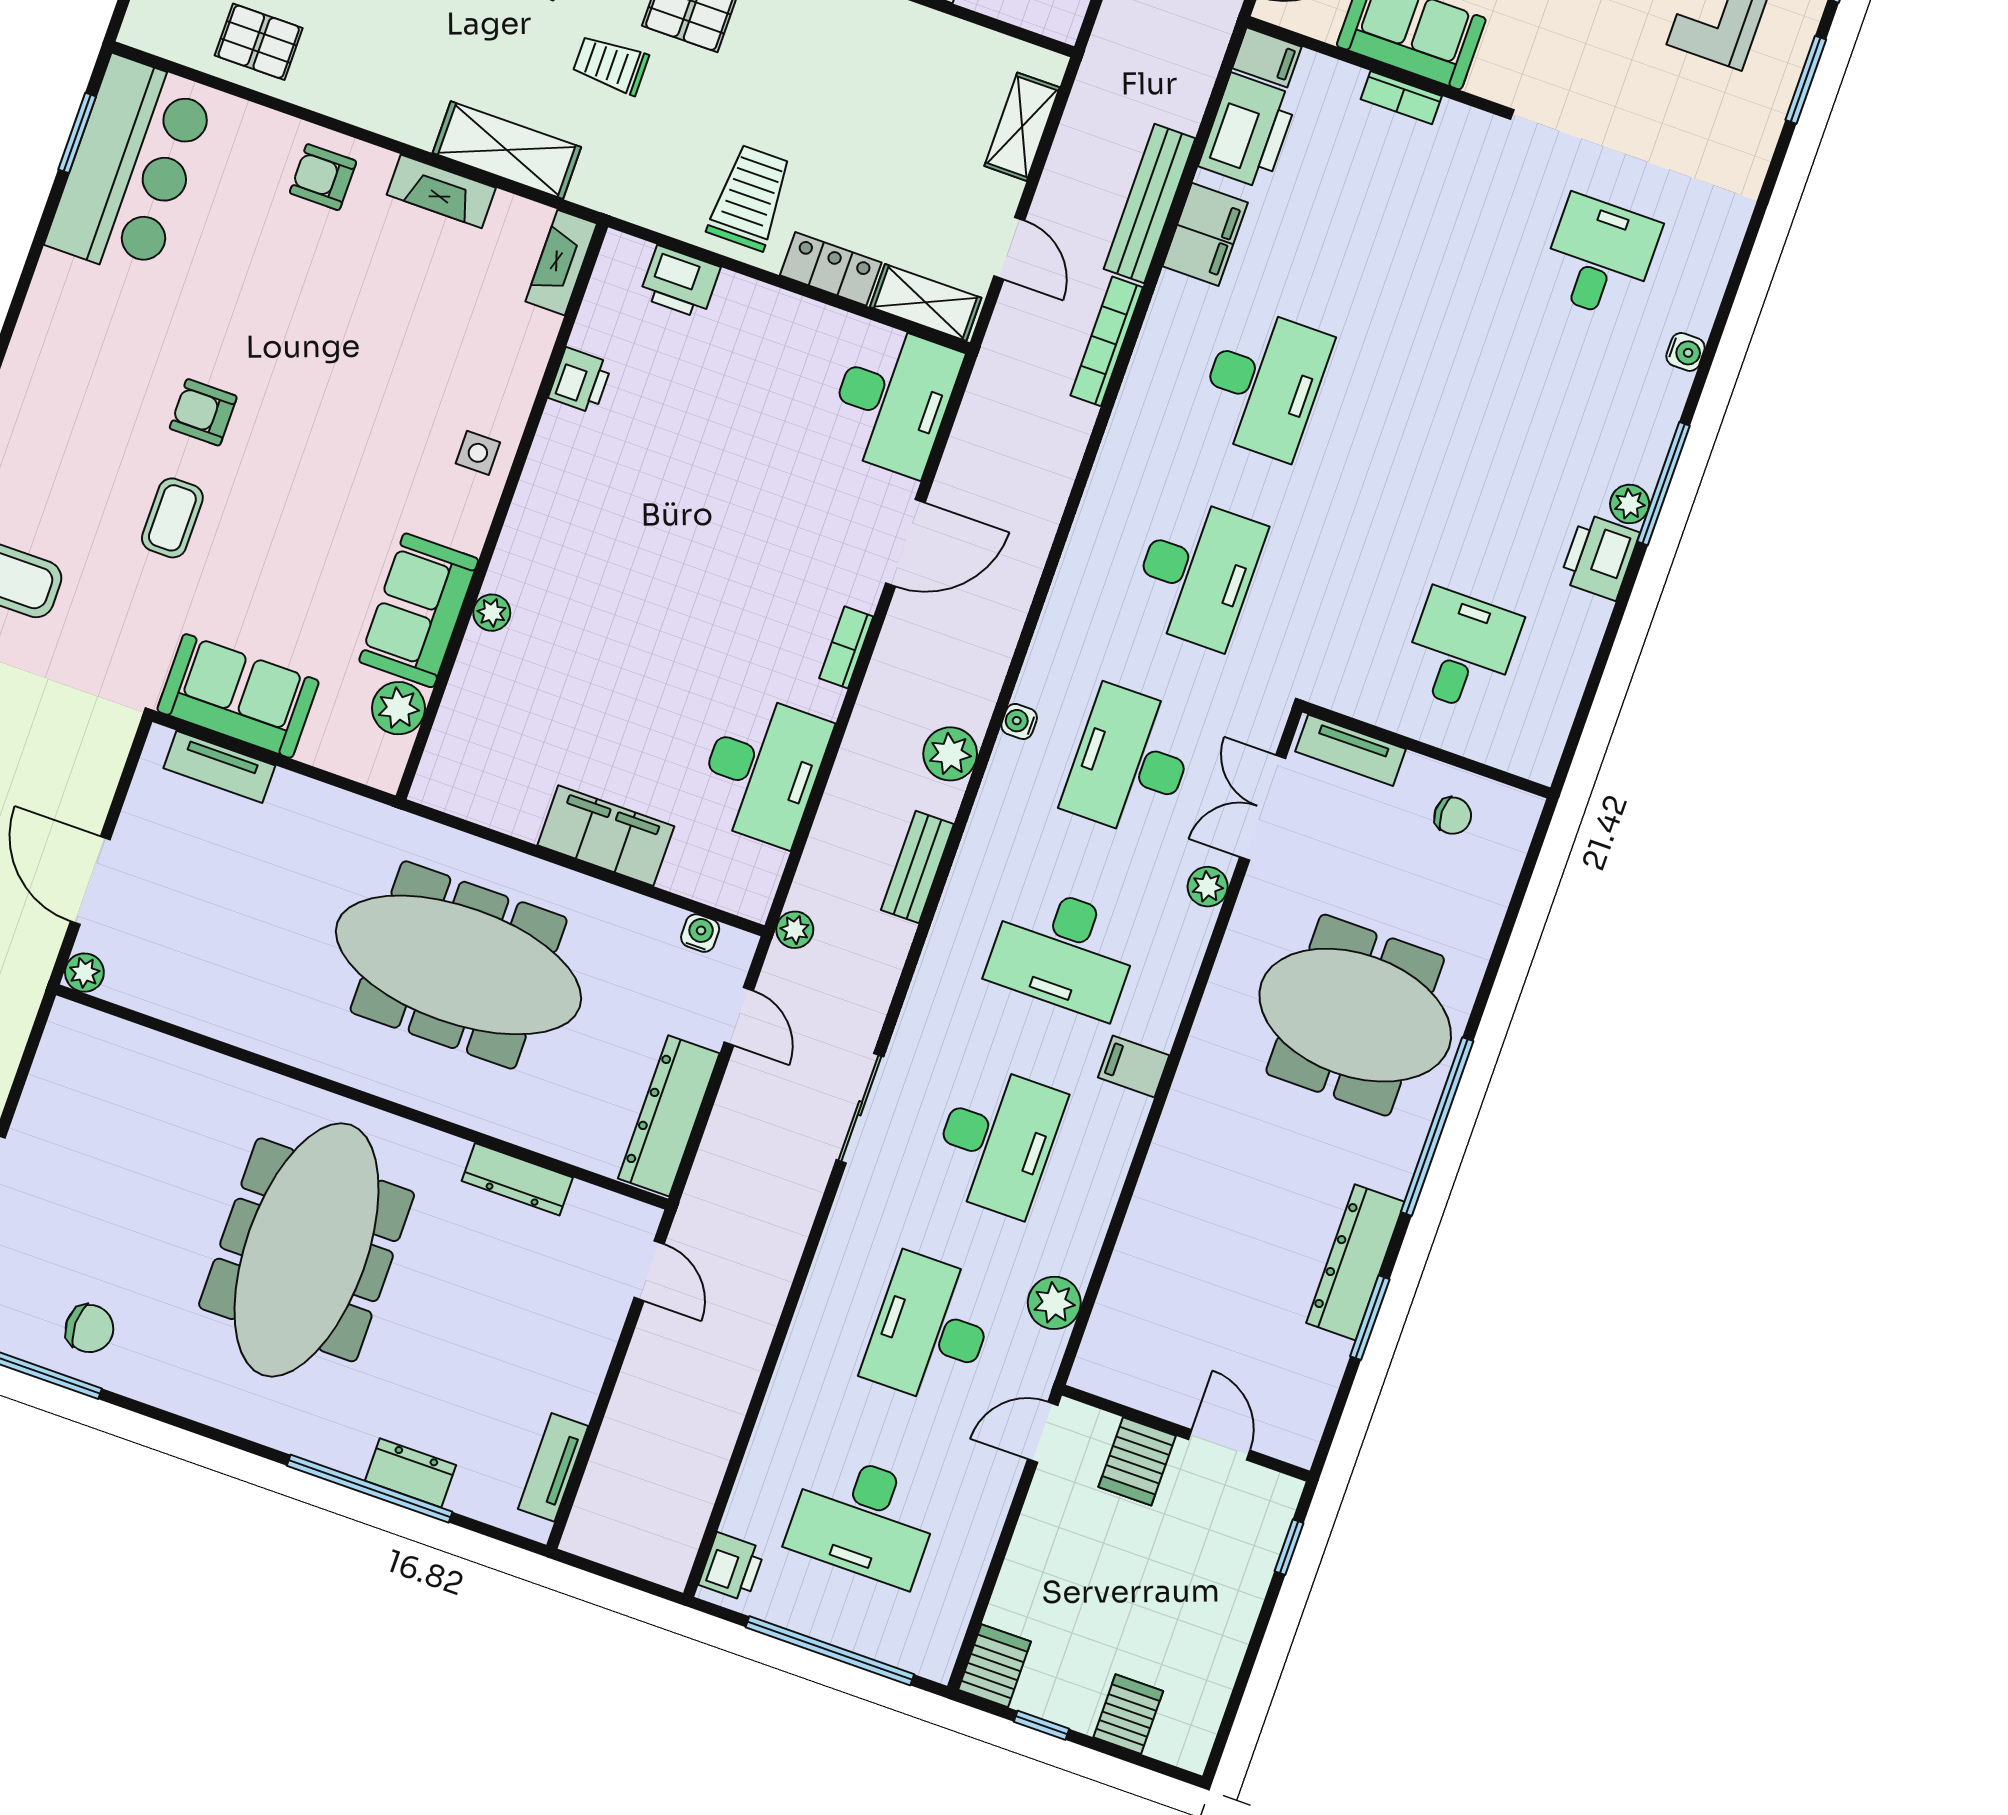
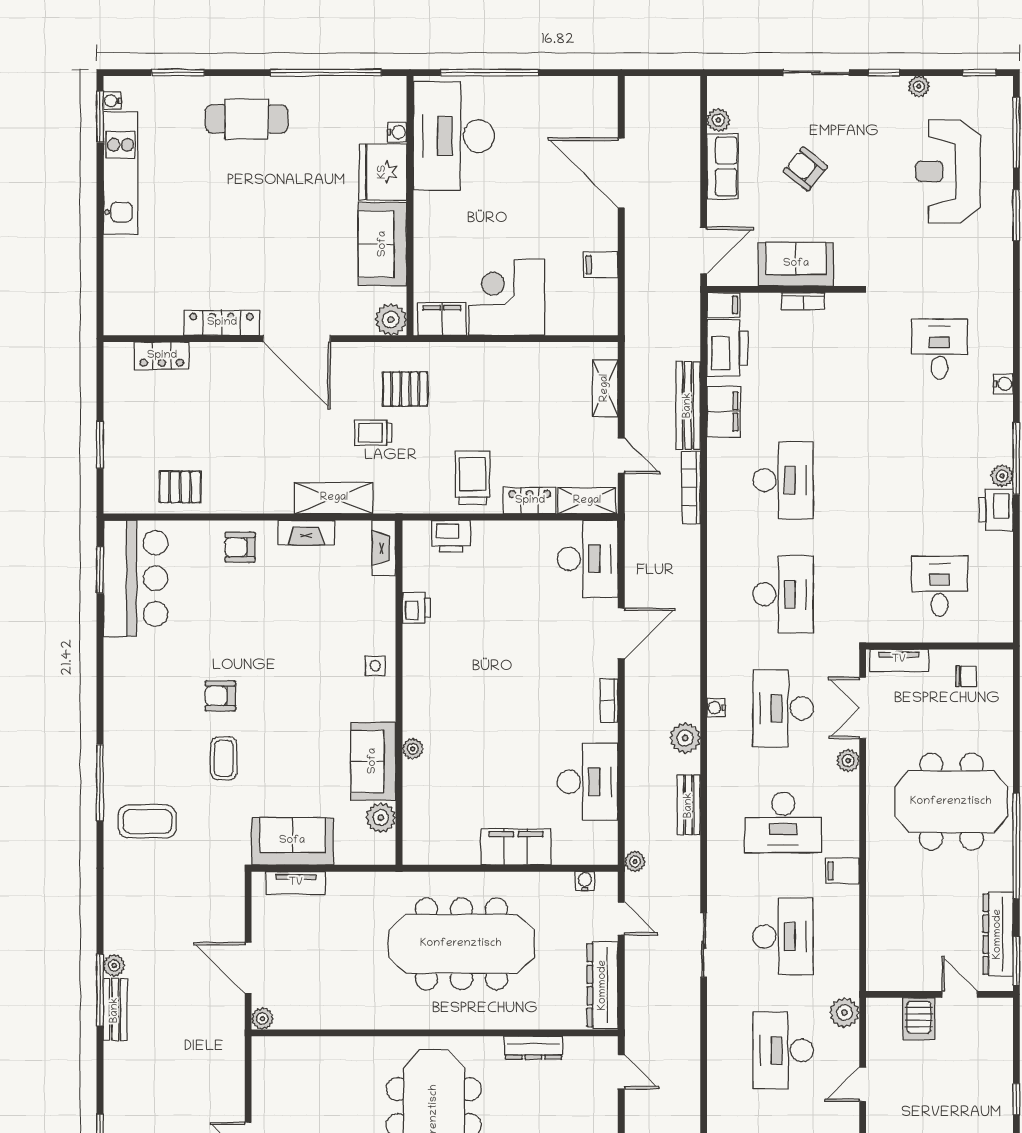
wall: (1186, 1433) -> (940, 994), moved
door: (1219, 1445) -> (960, 994), moved
server rack: (1137, 1461) -> (919, 1019), moved

